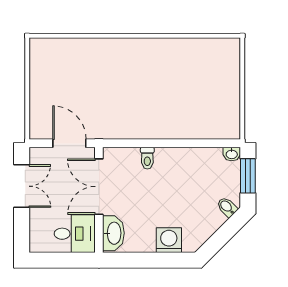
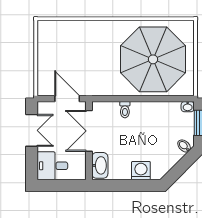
parasol: (185, 90) -> (153, 59), added
desk: (75, 234) -> (52, 166), moved, turned 180

